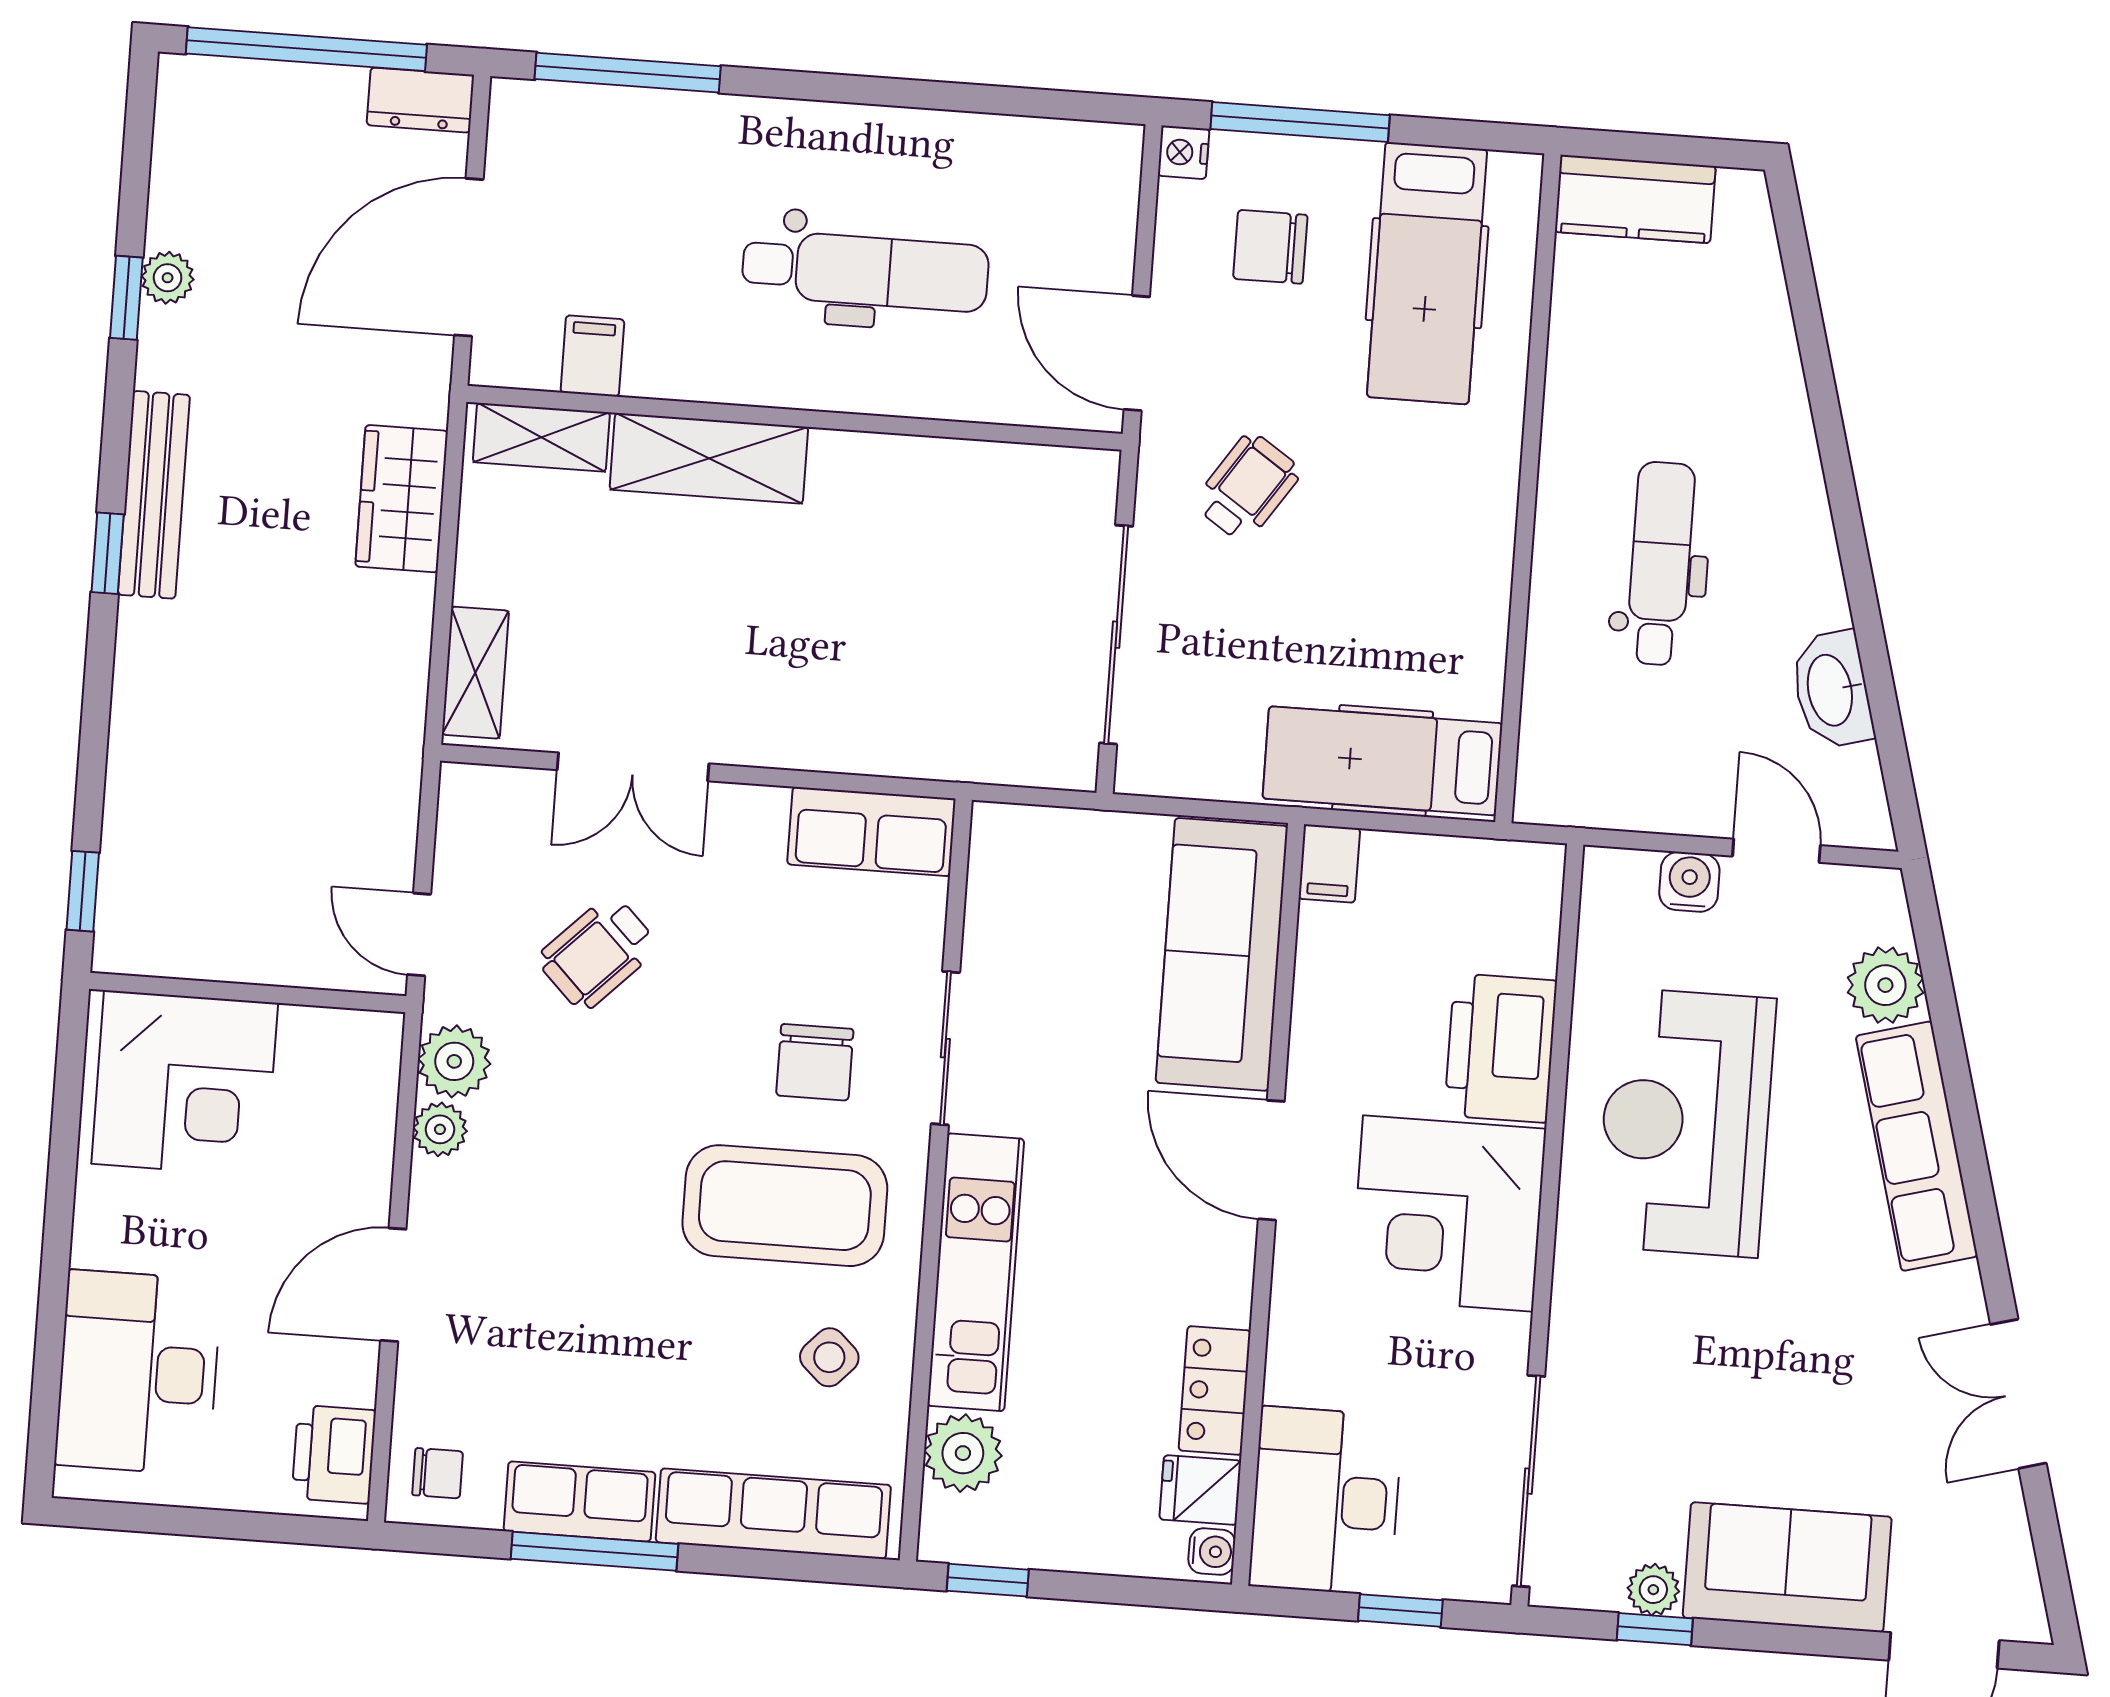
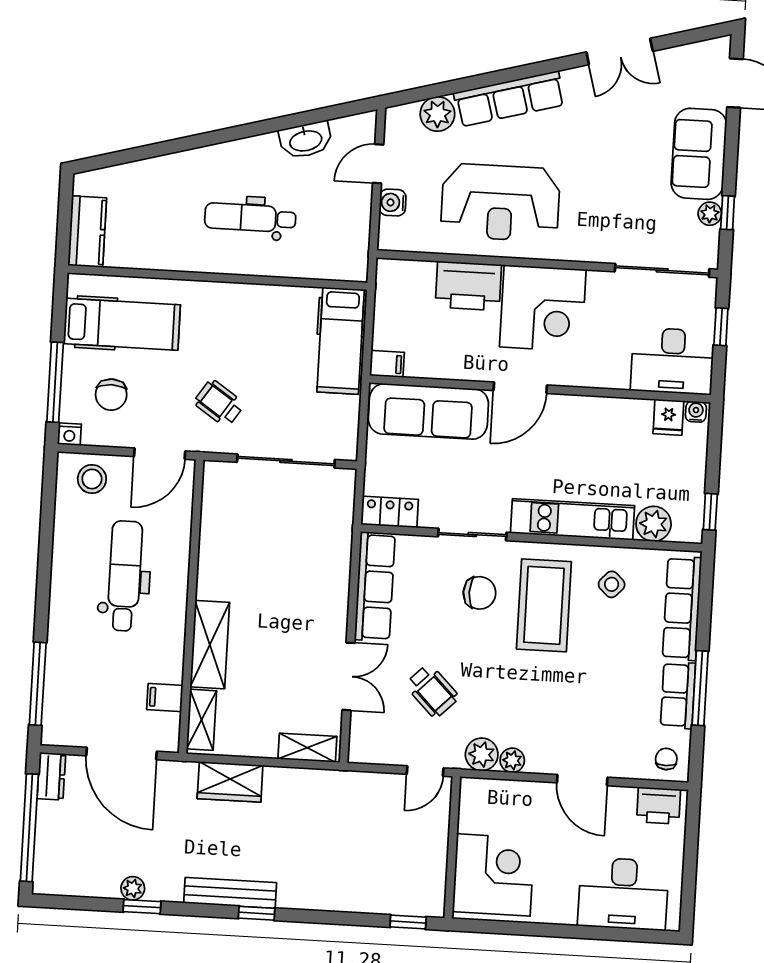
stool: (1083, 201) -> (92, 479), added
row of seats: (871, 832) -> (375, 587), width x1.48
locker: (1215, 1390) -> (390, 512), moved, turned 180

